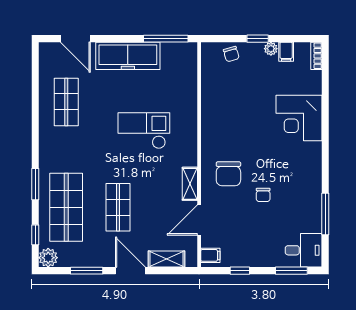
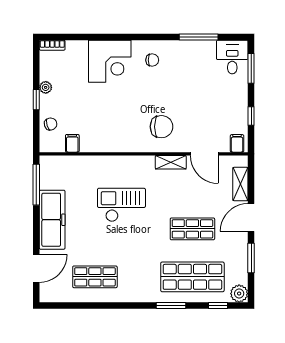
filing cabinet: (286, 52) -> (72, 143), moved, turned -90
checkout: (144, 131) -> (121, 205), turned 90
chair: (263, 195) -> (152, 60), moved

